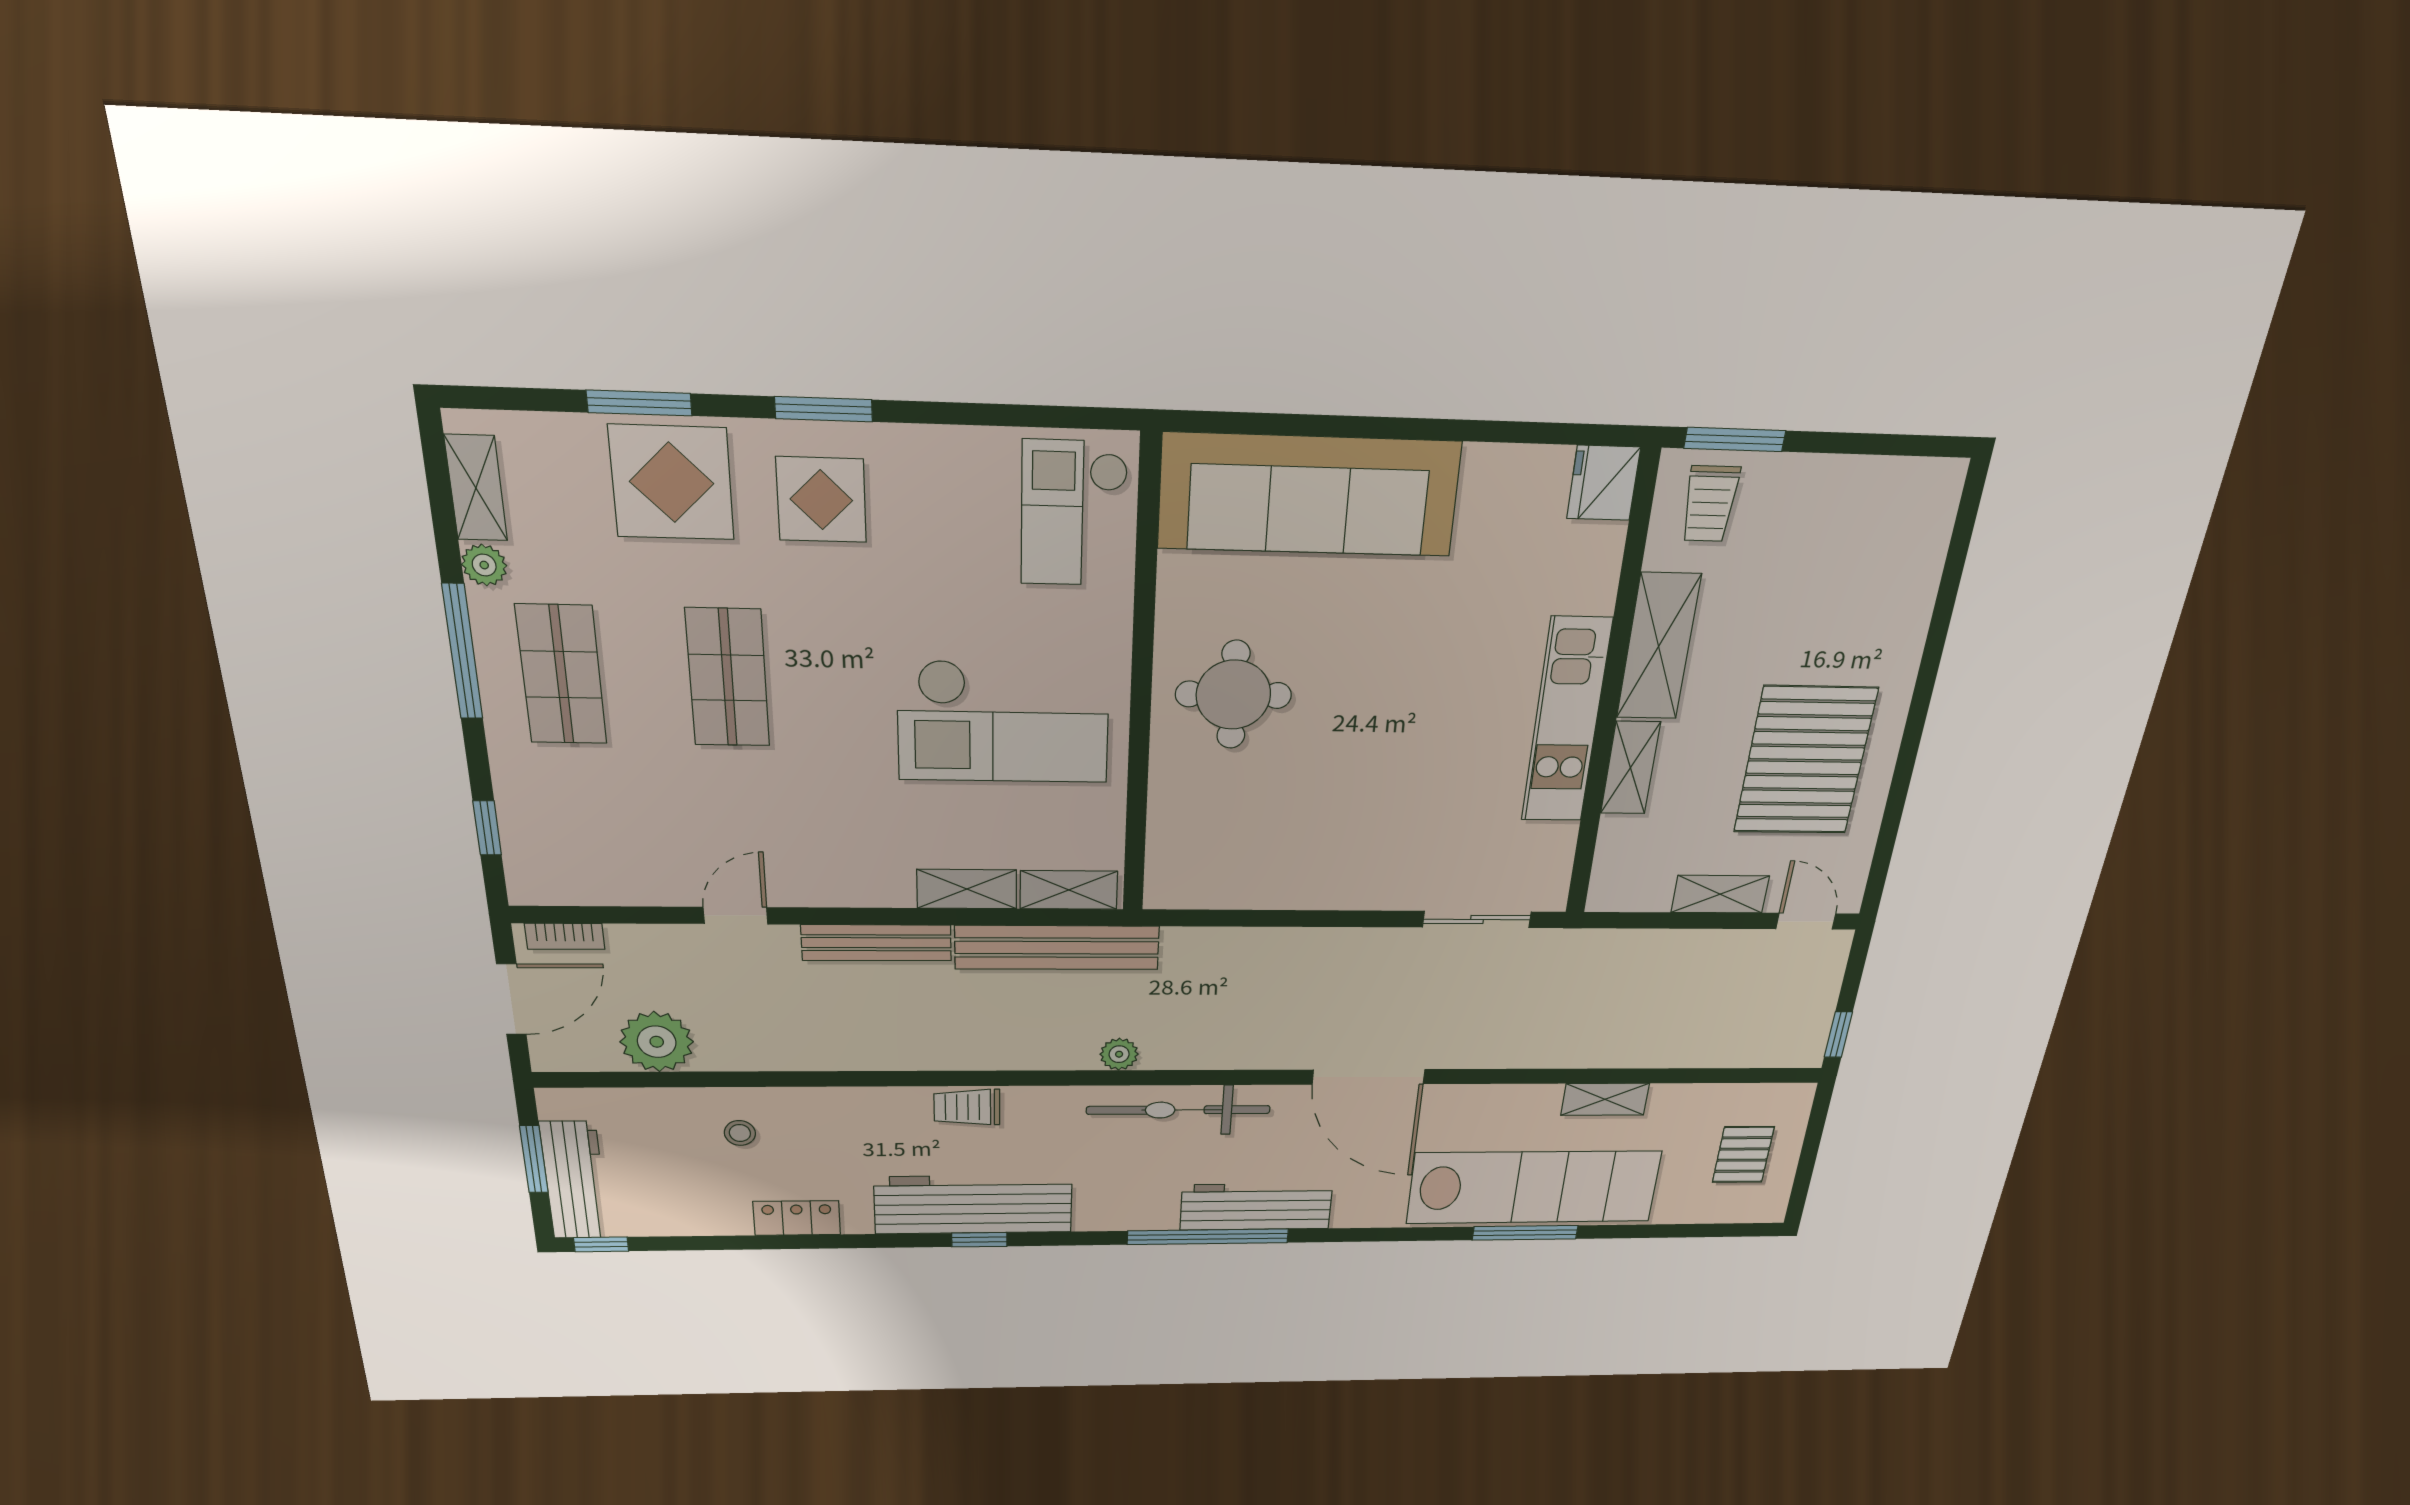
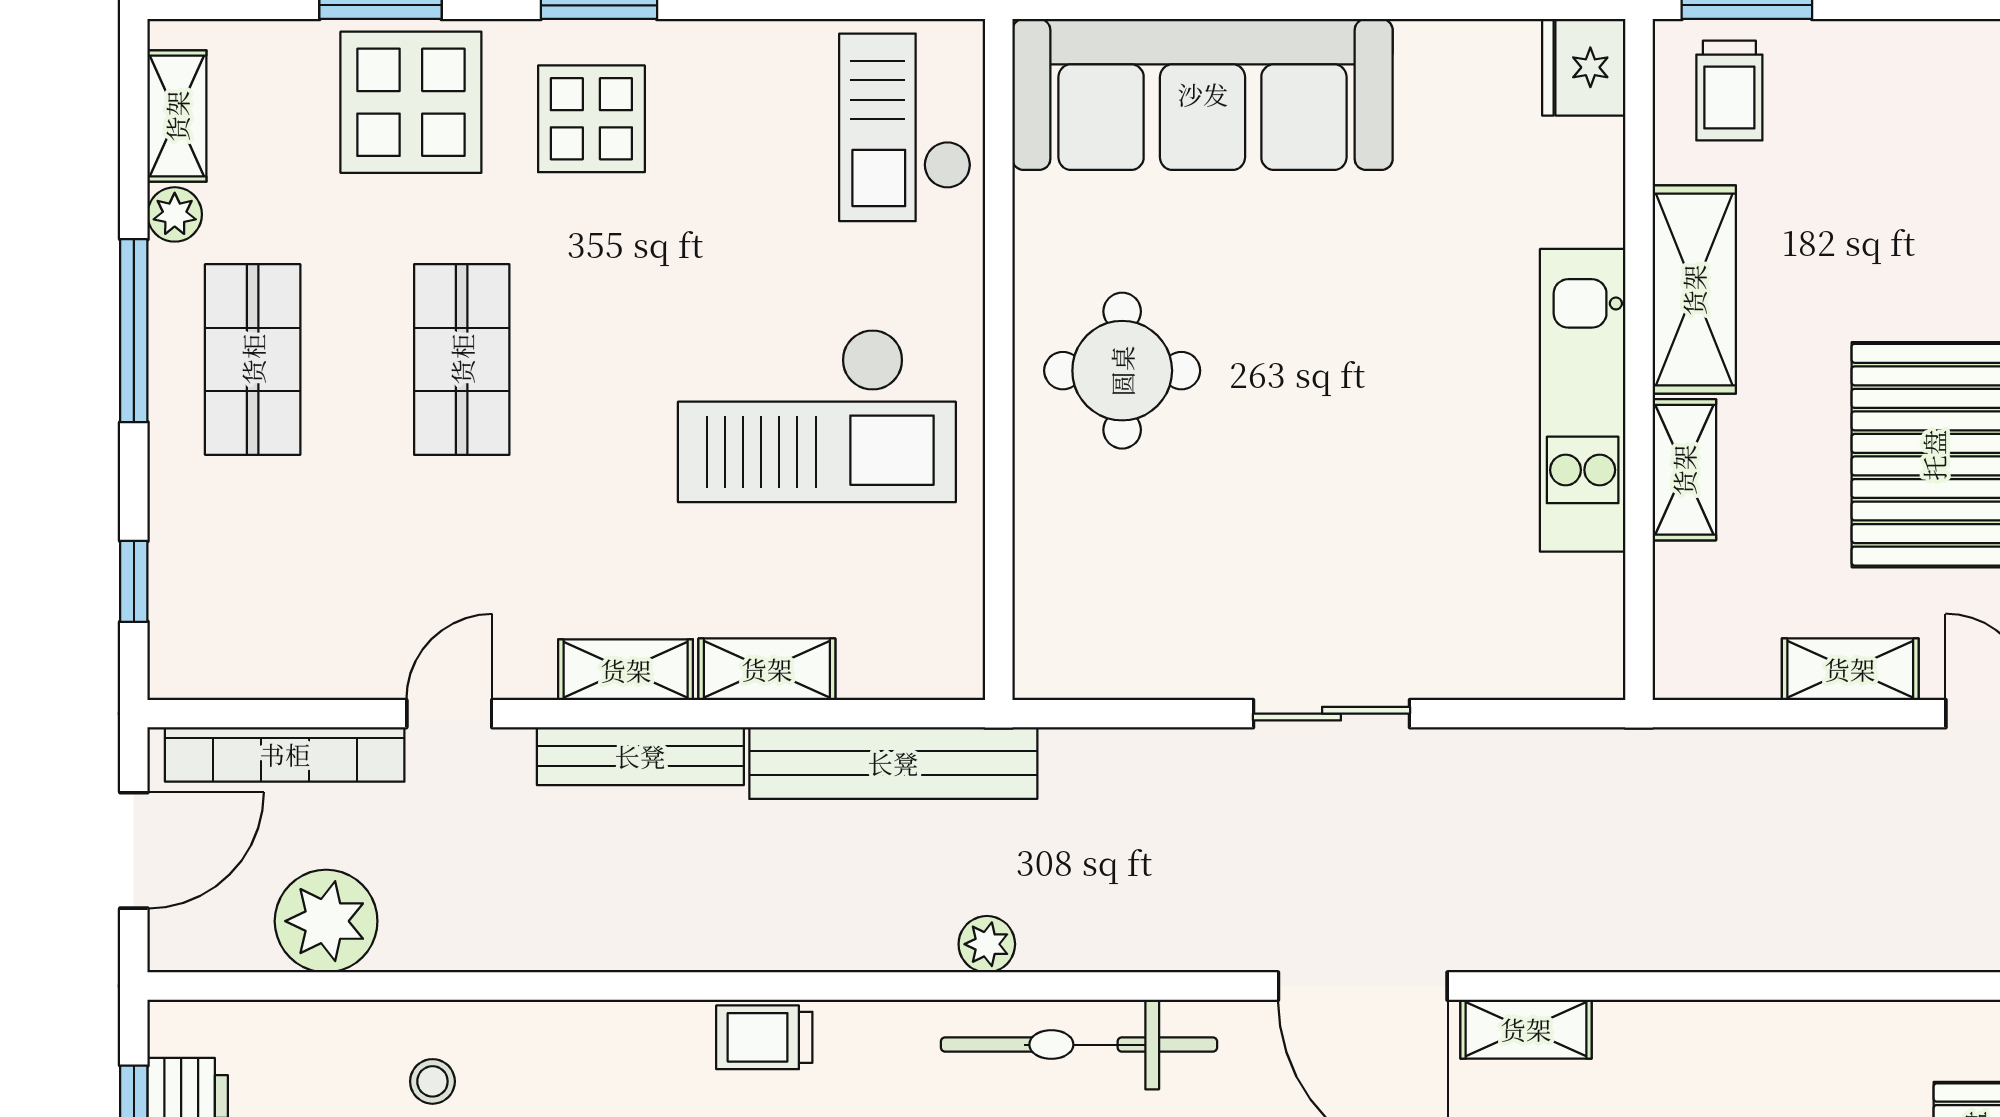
shelving: (1069, 890) -> (626, 670), moved
sliding door: (1477, 920) -> (1331, 714), moved
bookcase: (565, 936) -> (285, 754), width x2.31, depth x1.31
shelving: (1605, 1099) -> (1526, 1029), moved

